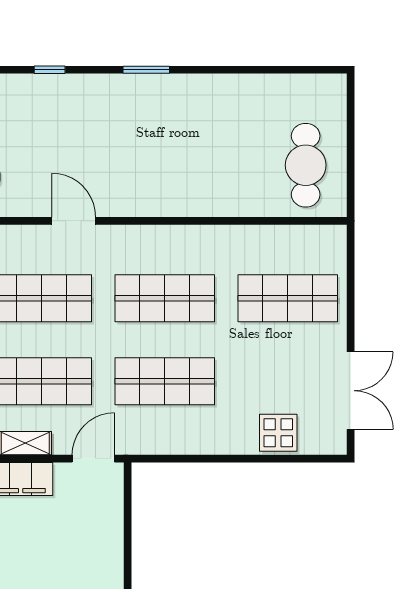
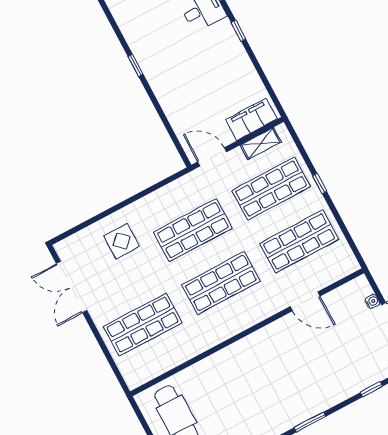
display table: (278, 433) -> (122, 241), moved
door: (93, 459) -> (212, 157), swing flipped

